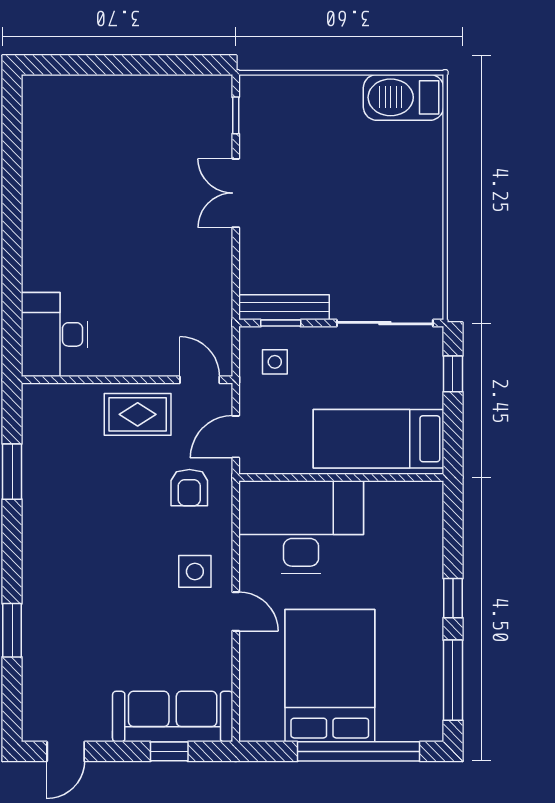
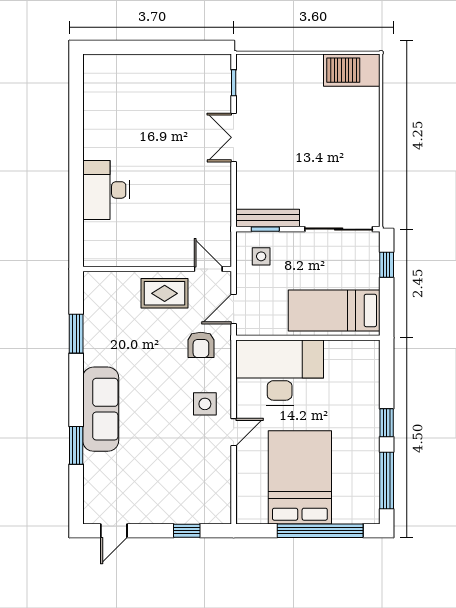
desk: (55, 334) -> (106, 190), moved
door: (236, 611) -> (234, 432), hinge flipped
sofa: (173, 717) -> (101, 409), moved, turned 90

